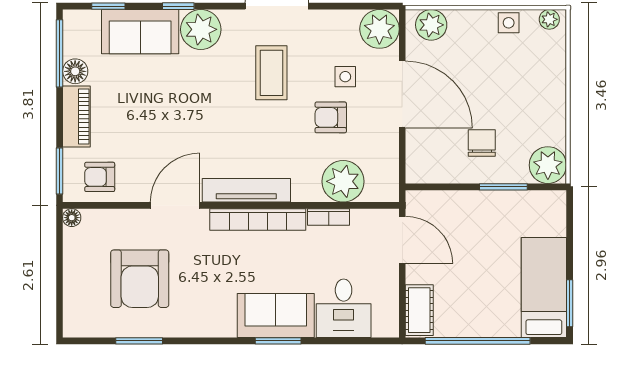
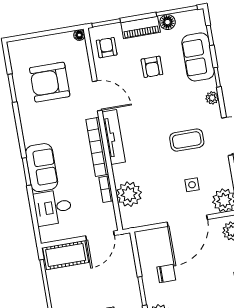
plant: (201, 29) -> (212, 98), width x0.53, depth x0.53
armchair: (331, 117) -> (152, 67), moved, turned 180
cot: (419, 310) -> (66, 255), width x1.37, depth x1.34

